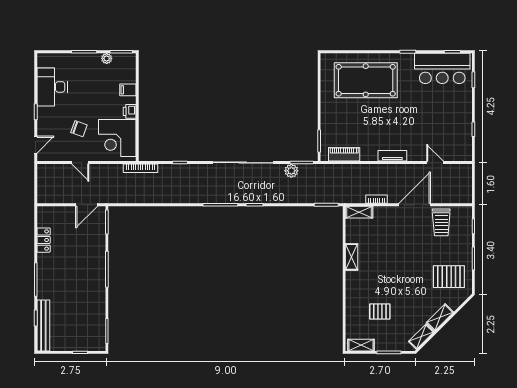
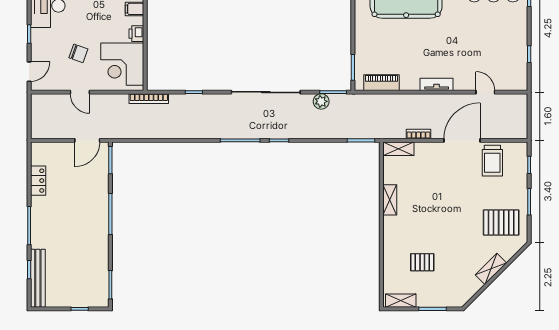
shelving: (421, 337) -> (469, 291), removed

